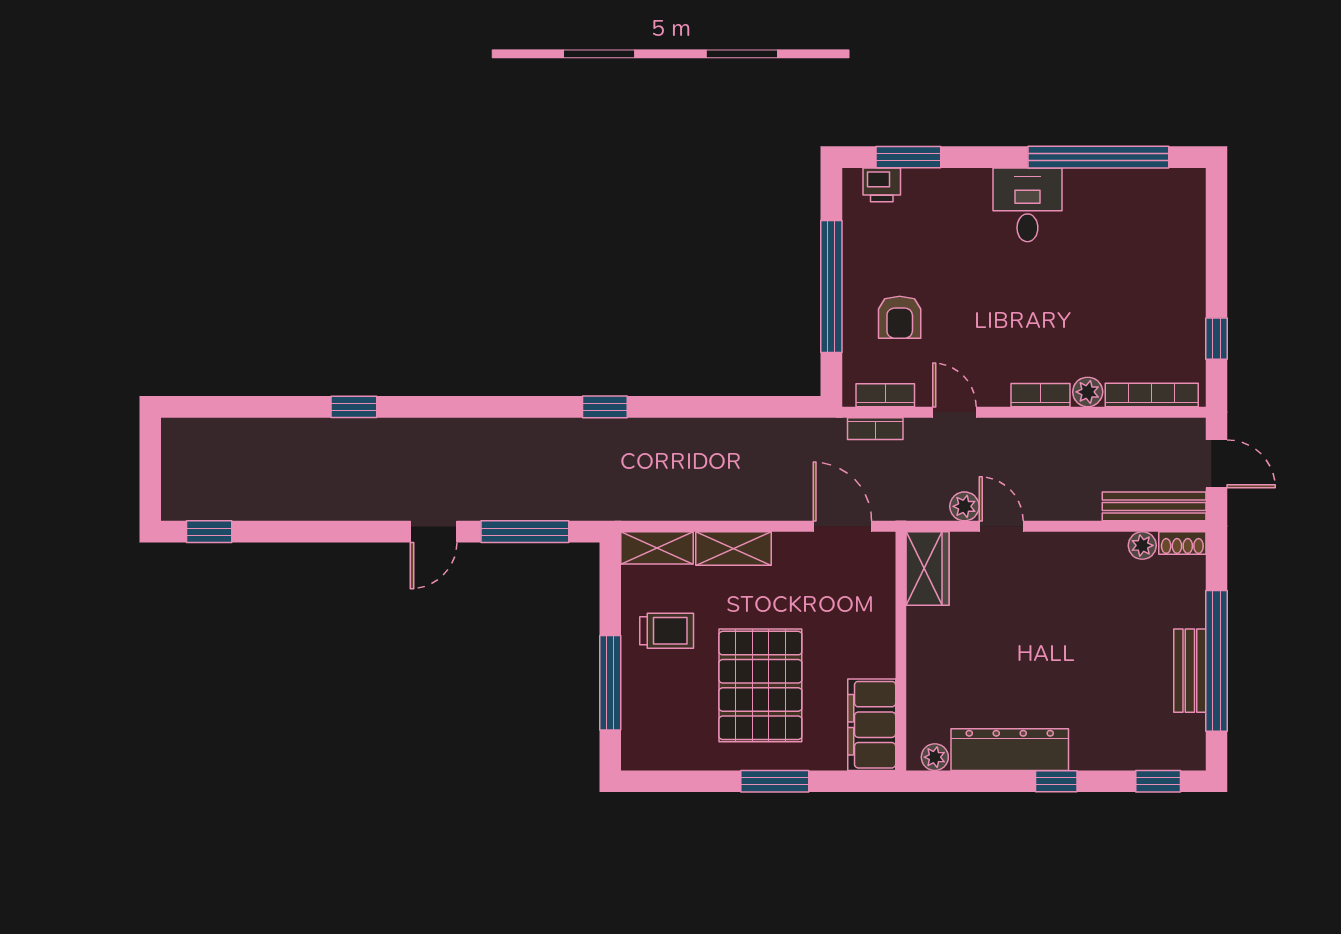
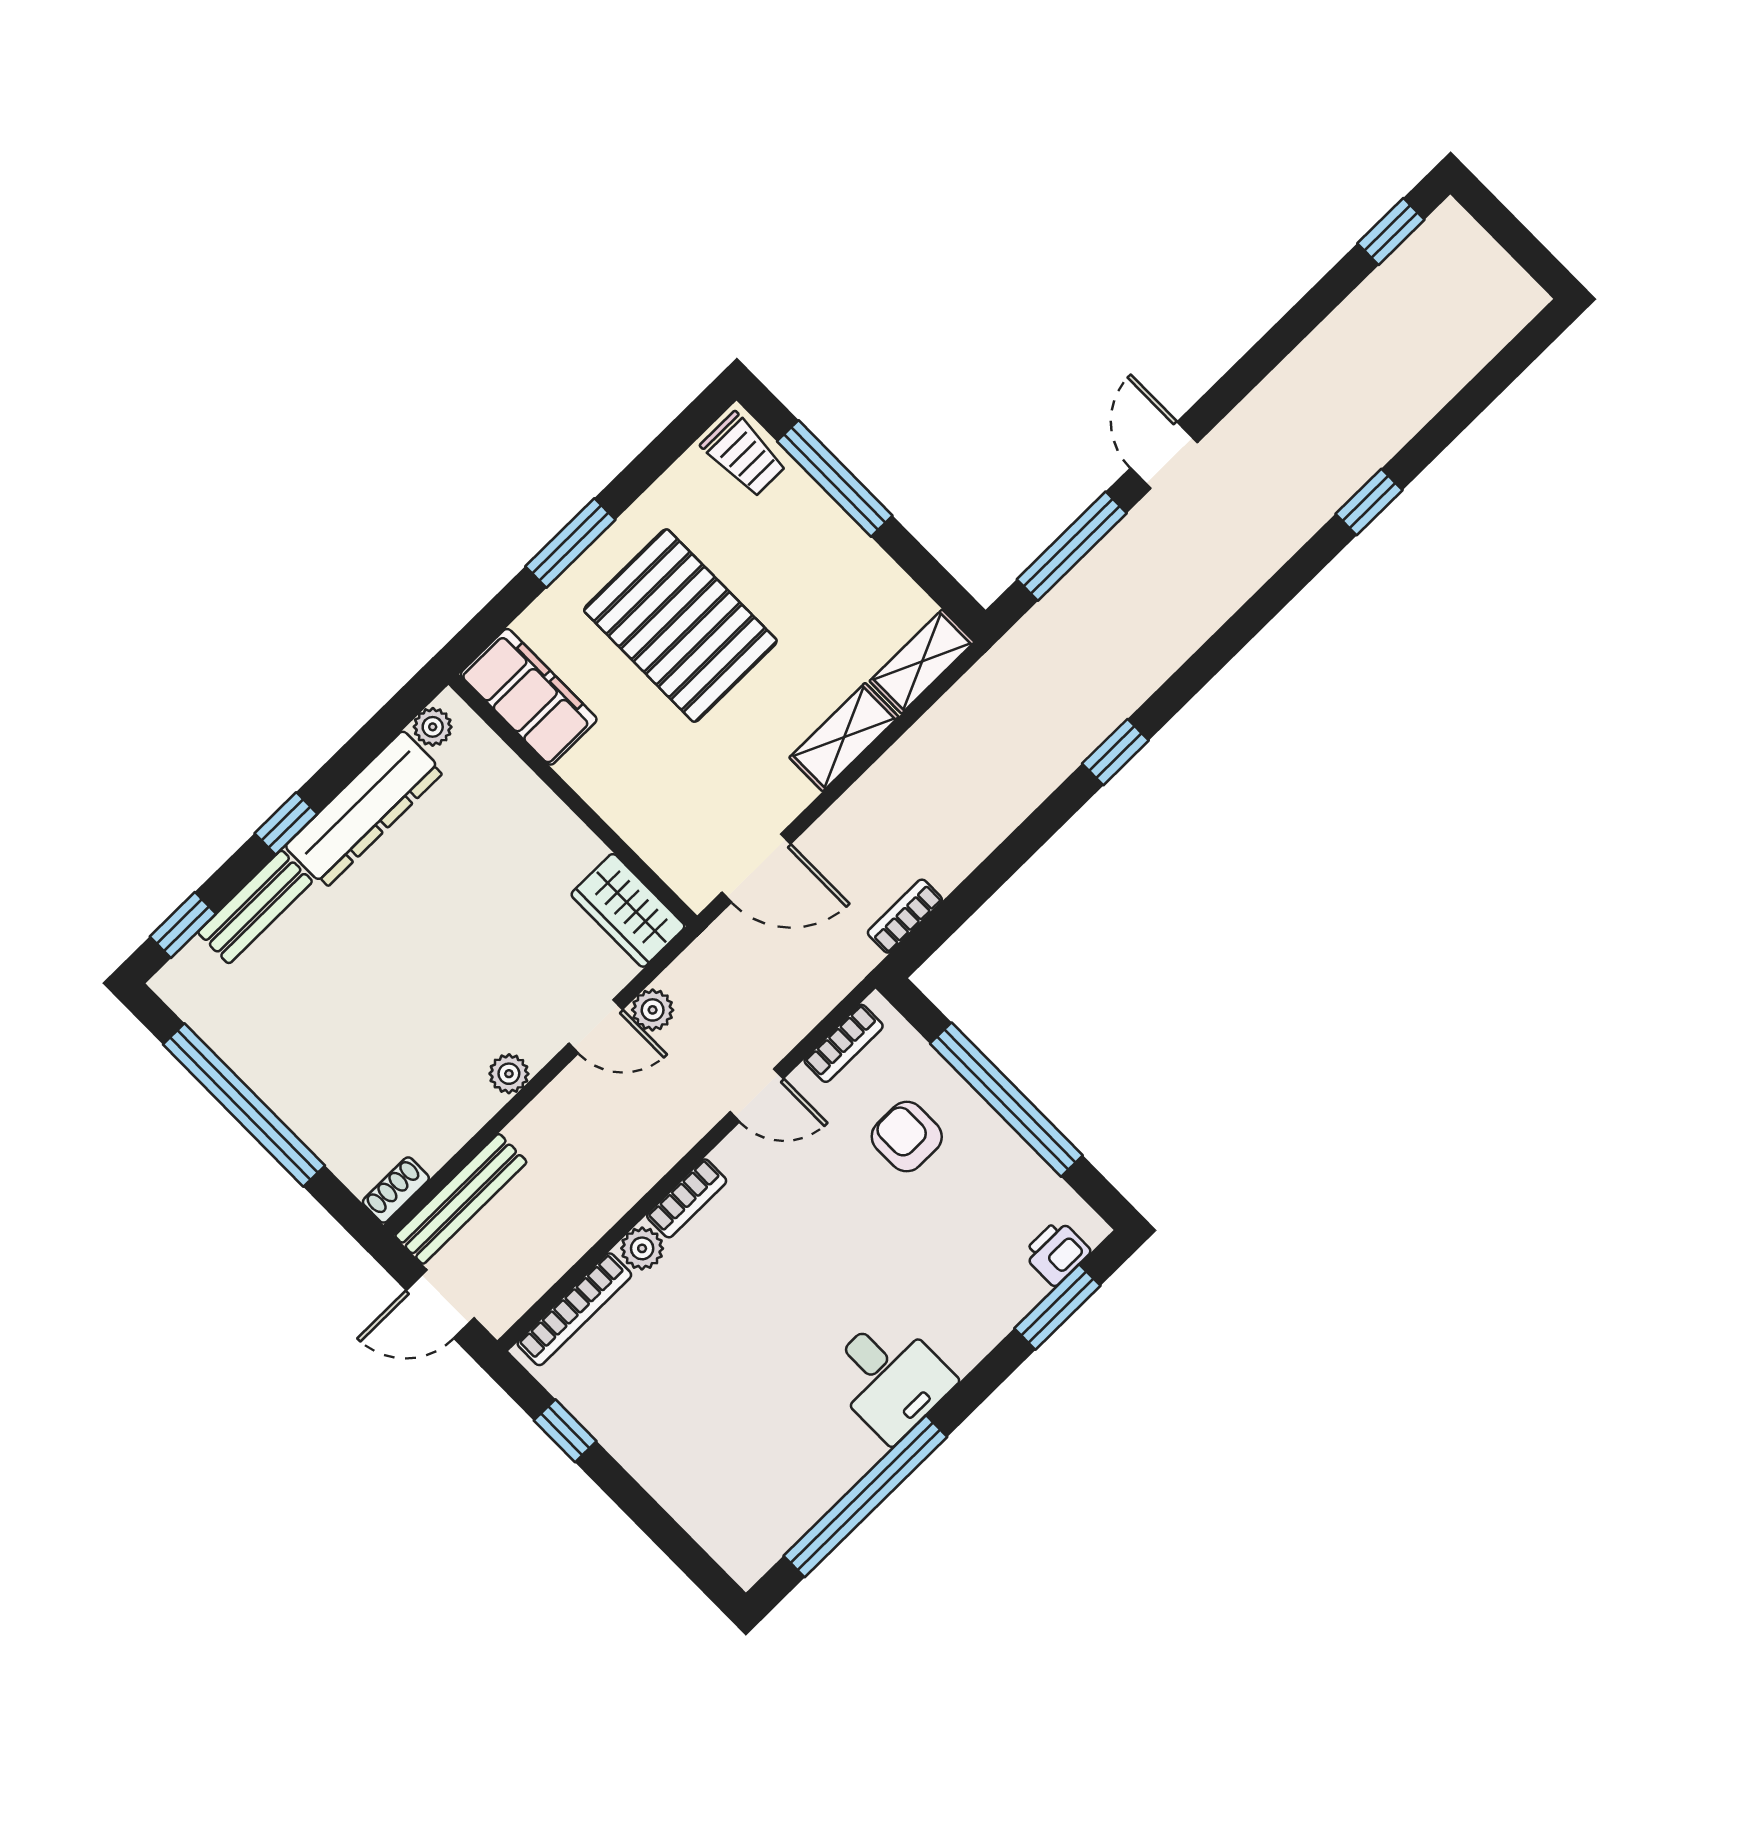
bookcase: (875, 429) -> (905, 916), moved
plant: (1142, 545) -> (509, 1074), moved
trolley: (667, 631) -> (744, 455), moved, turned -90
bench: (1190, 671) -> (255, 907), moved, turned 90

